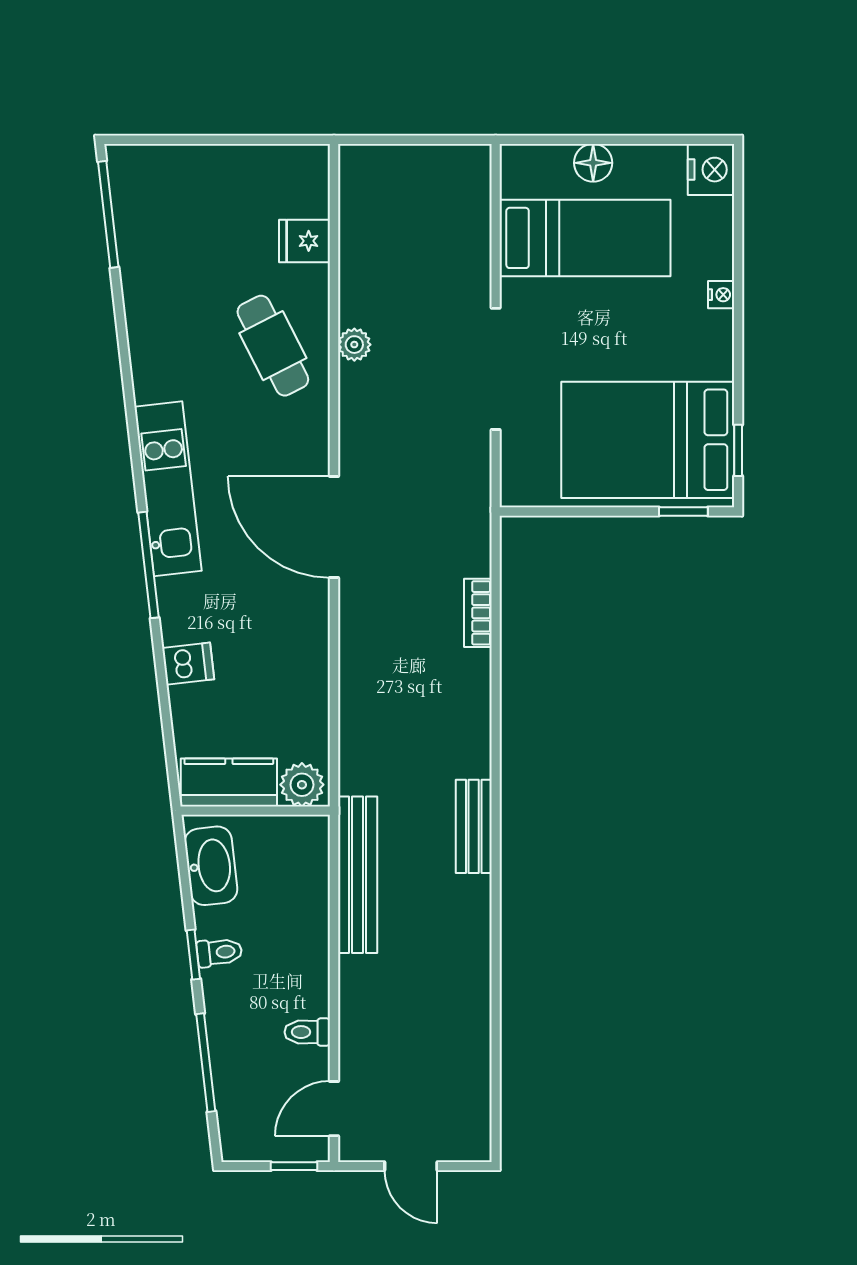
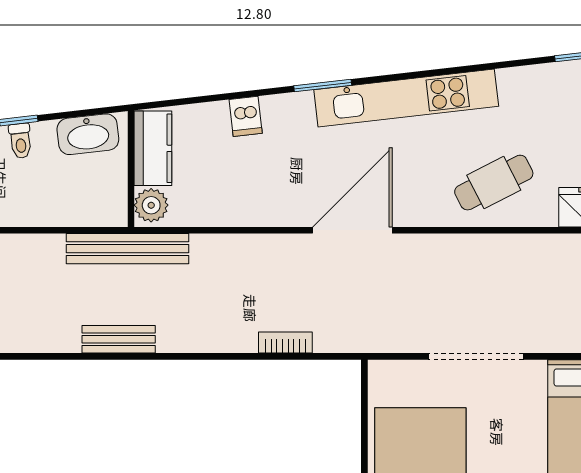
plant: (354, 345) -> (495, 246), removed
kitchen unit: (168, 489) -> (406, 98), width x1.36
window: (149, 565) -> (323, 86), width x0.69
bench: (358, 875) -> (127, 249), moved

